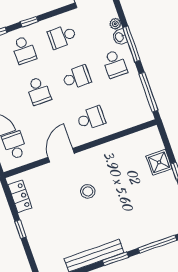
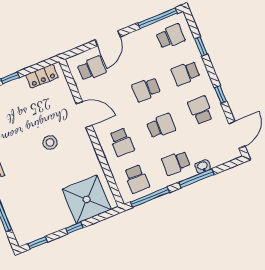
window: (29, 22) -> (220, 94), moved
plant: (115, 24) -> (215, 162), removed
school desk: (77, 77) -> (161, 126), turned -90
school desk: (129, 105) -> (137, 179), added
shower: (159, 162) -> (87, 199), width x1.86, depth x1.86

